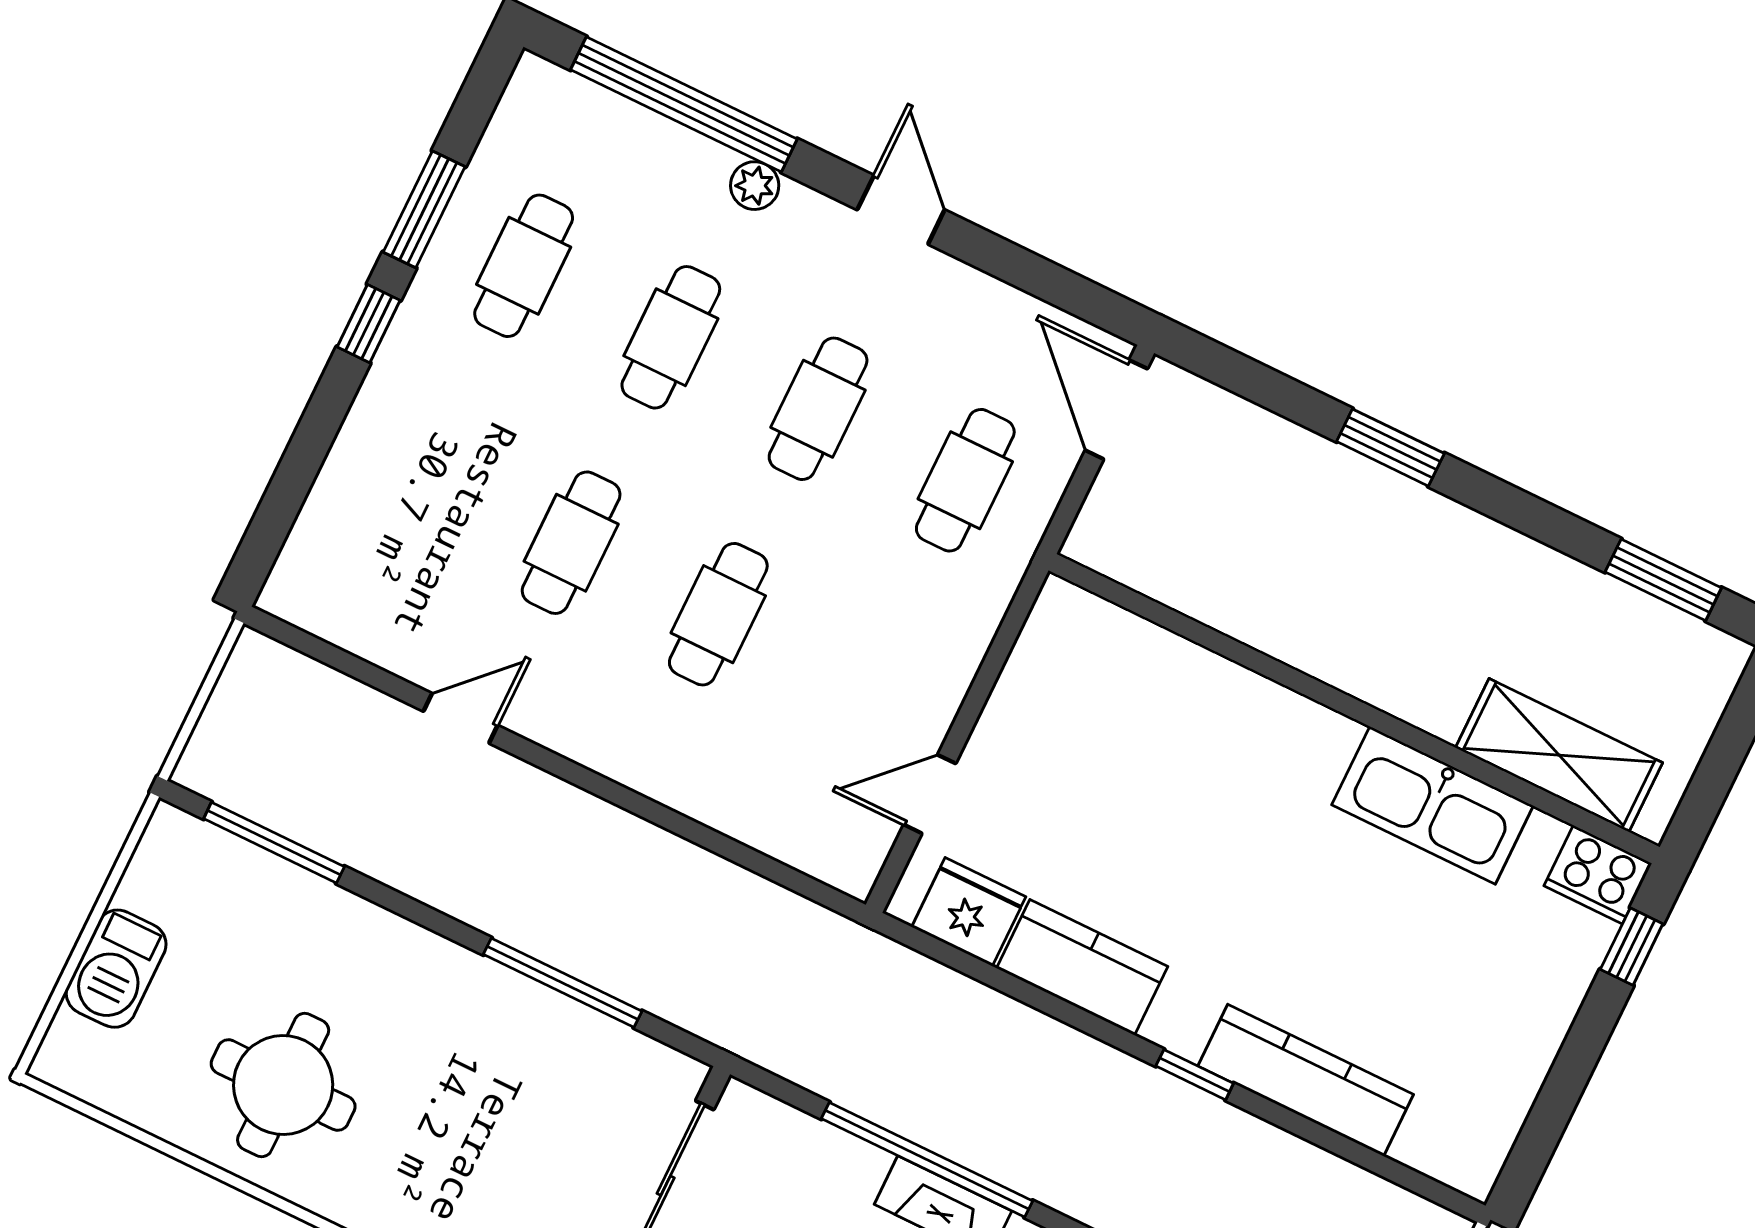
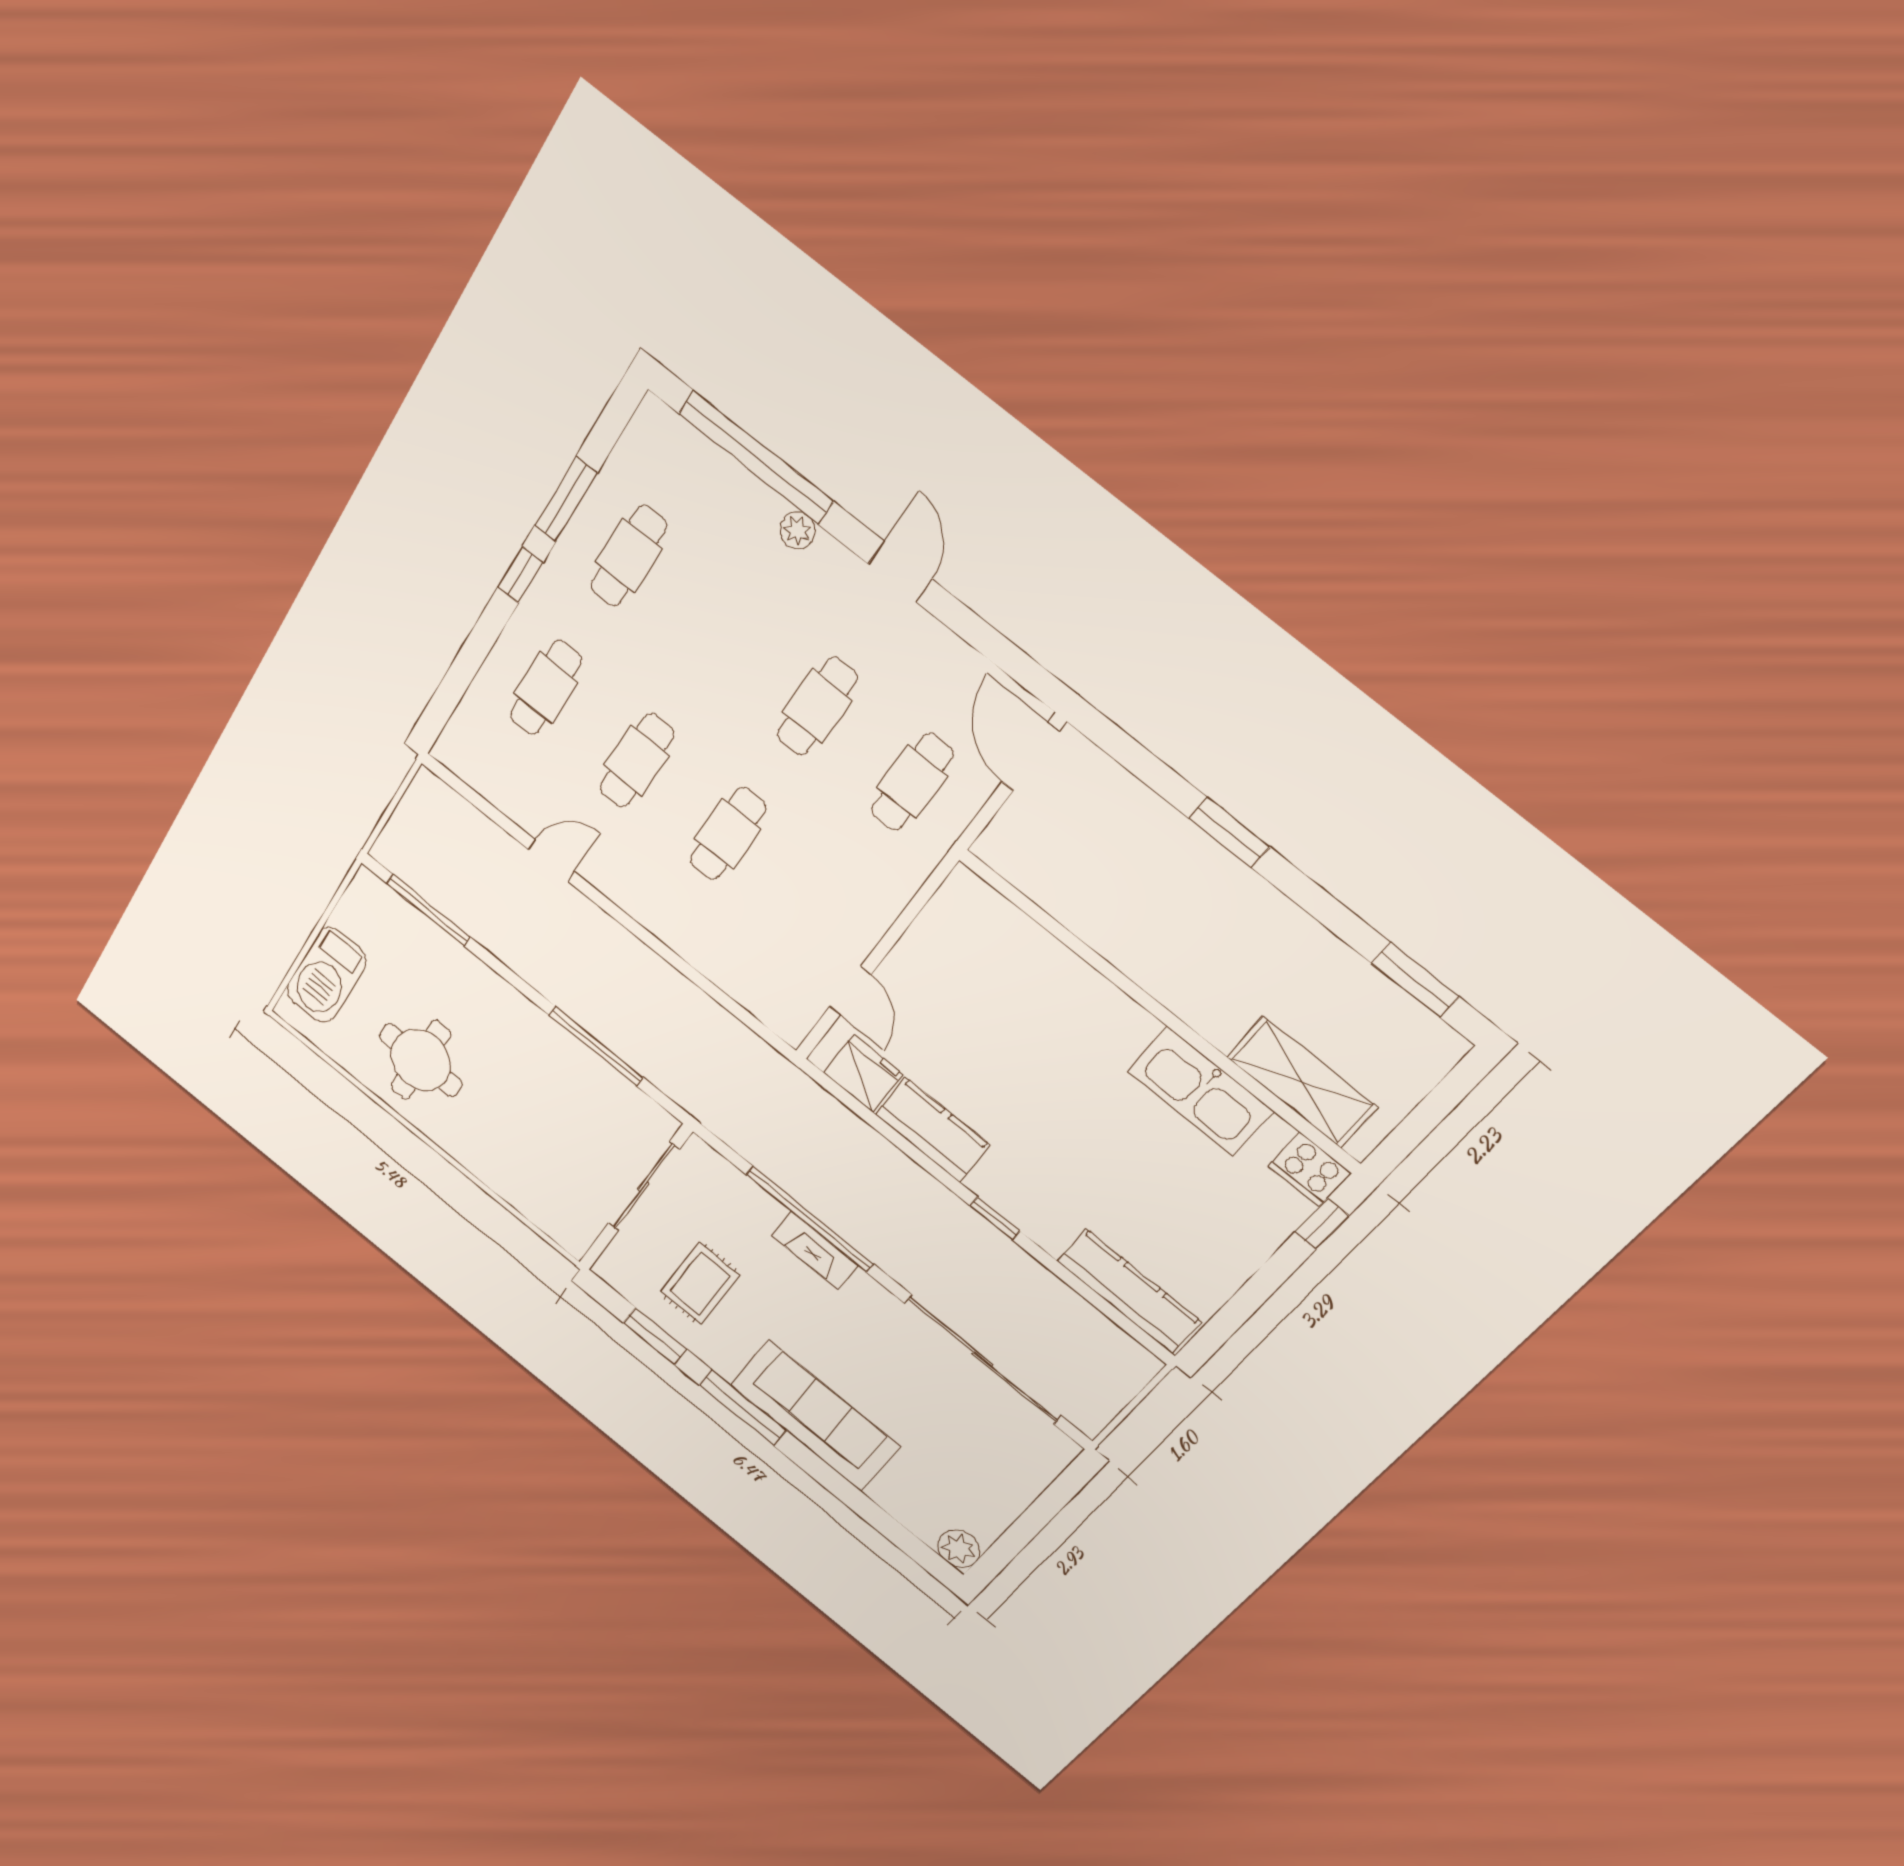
cafe table: (671, 337) -> (546, 688), moved
door: (930, 794) -> (850, 991), swing flipped
barbecue: (116, 969) -> (326, 975), width x1.37, depth x1.21
kitchen counter: (1306, 1080) -> (1129, 1291), moved

